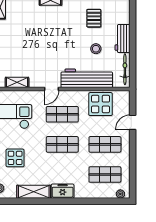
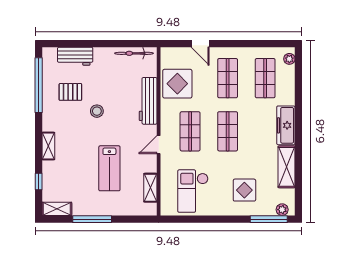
workbench: (123, 39) -> (75, 56), moved
stool: (96, 49) -> (97, 111), moved
lab bench: (33, 50) -> (109, 168), added
workbench: (87, 78) -> (148, 101), width x0.73, depth x0.76
door: (51, 89) -> (159, 145), swing flipped
freezer: (63, 191) -> (286, 125), width x1.40

